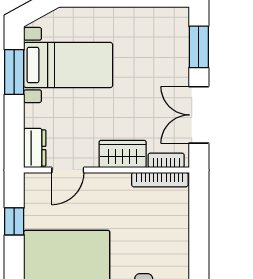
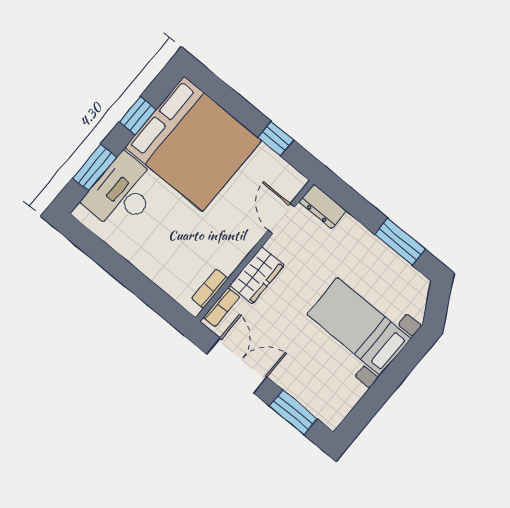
bed with nightstands: (68, 65) -> (359, 326), moved, turned 90
bookcase: (160, 180) -> (210, 289), width x0.64

